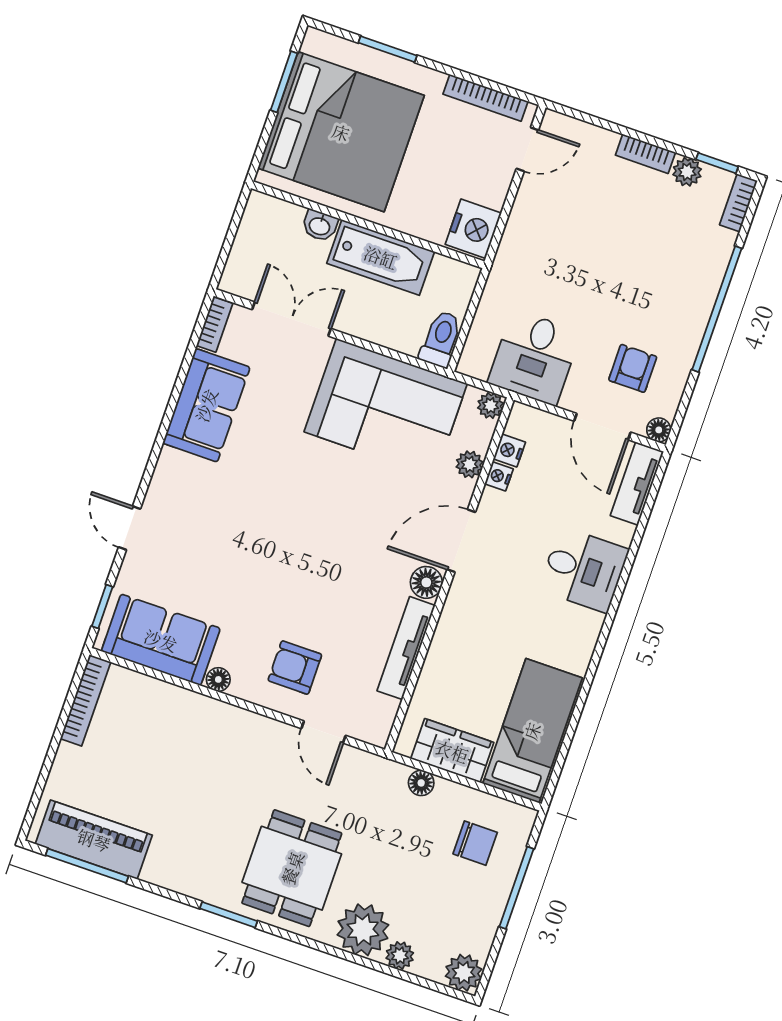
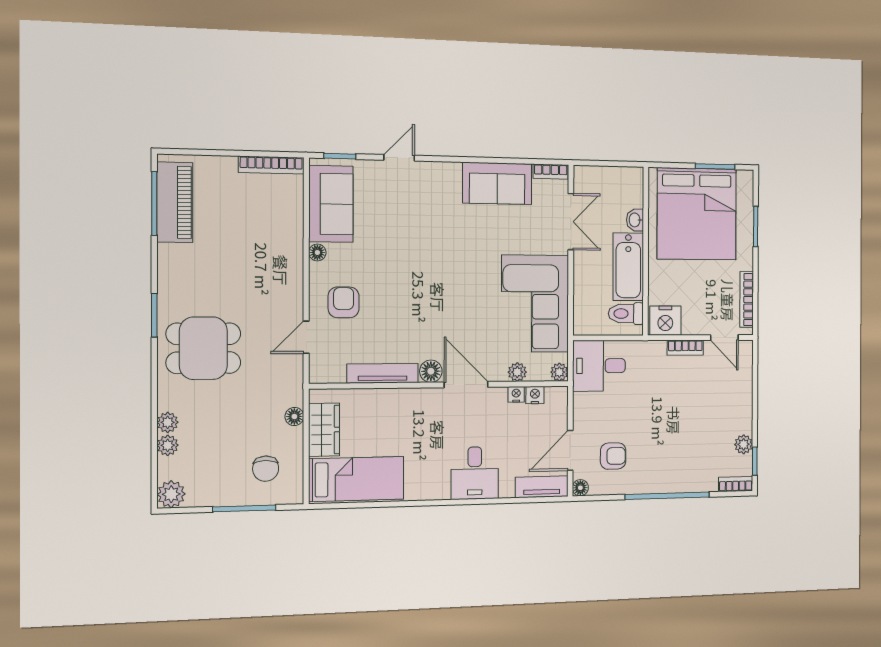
bookcase: (645, 154) -> (685, 348), moved, turned -90
toilet: (441, 339) -> (626, 314), moved, turned 180
desk: (534, 357) -> (599, 366), moved
plant: (363, 930) -> (168, 422), width x0.53, depth x0.53

